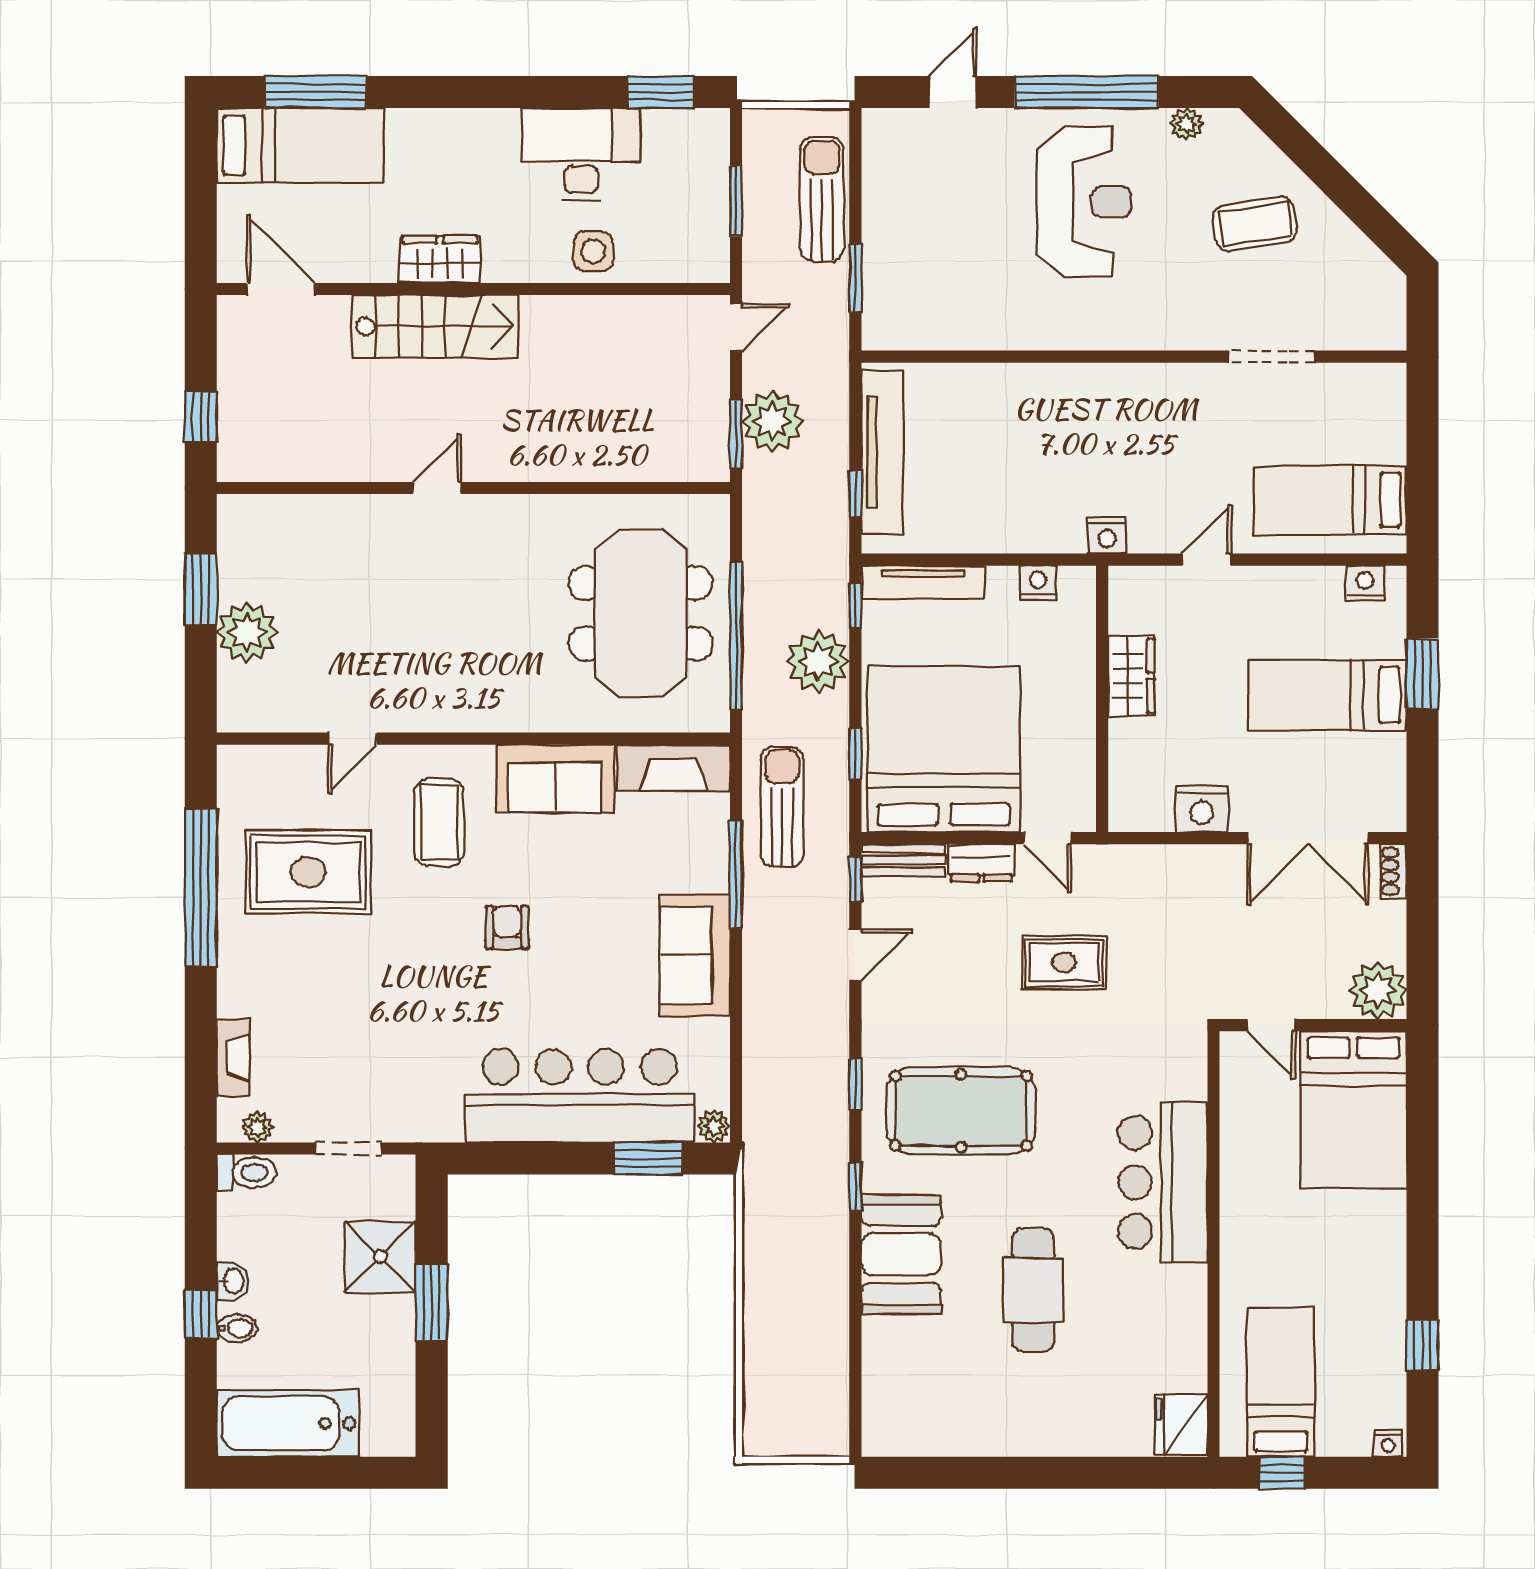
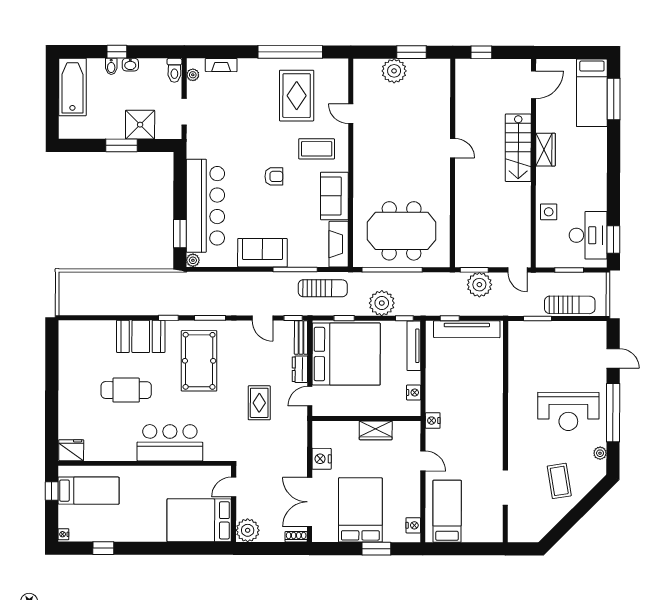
desk: (581, 154) -> (588, 235), moved
bed: (1327, 695) -> (360, 510), width x1.50
window: (855, 1084) -> (210, 318), width x1.50

